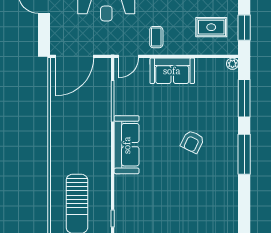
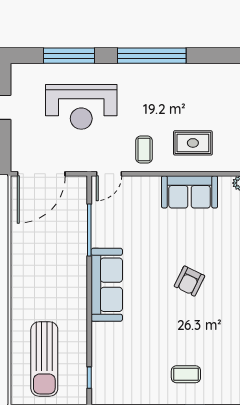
rug: (211, 27) -> (193, 143), moved
sofa: (172, 71) -> (190, 192), moved
coffee table: (190, 216) -> (186, 374), added

